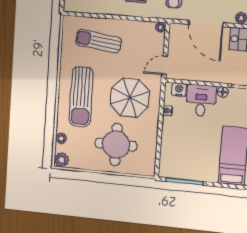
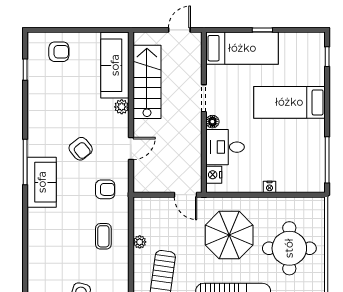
door: (206, 23) -> (131, 149), width x0.53
plant: (160, 27) -> (140, 242), moved
nightstand: (168, 111) -> (270, 187), moved

